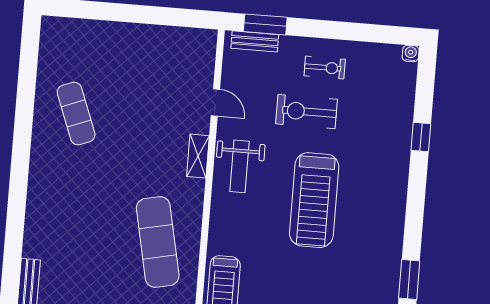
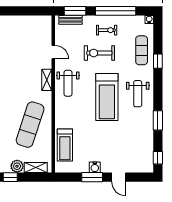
window: (345, 31) -> (116, 11), added
exercise mat: (391, 113) -> (142, 50), added
weight bench: (376, 198) -> (138, 94), added
exercise mat: (158, 242) -> (30, 125), turned 30
window: (409, 279) -> (158, 120), moved

